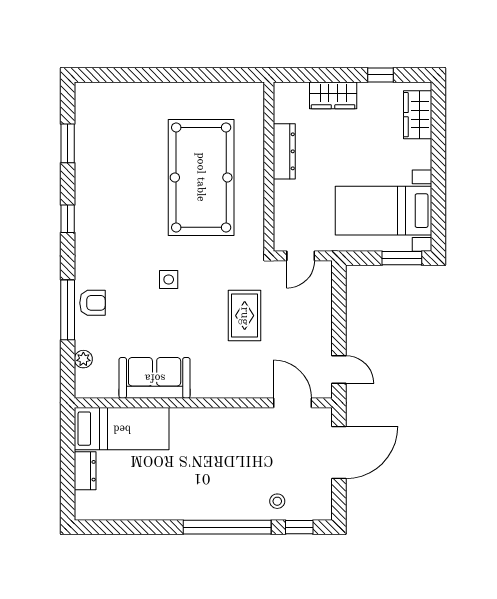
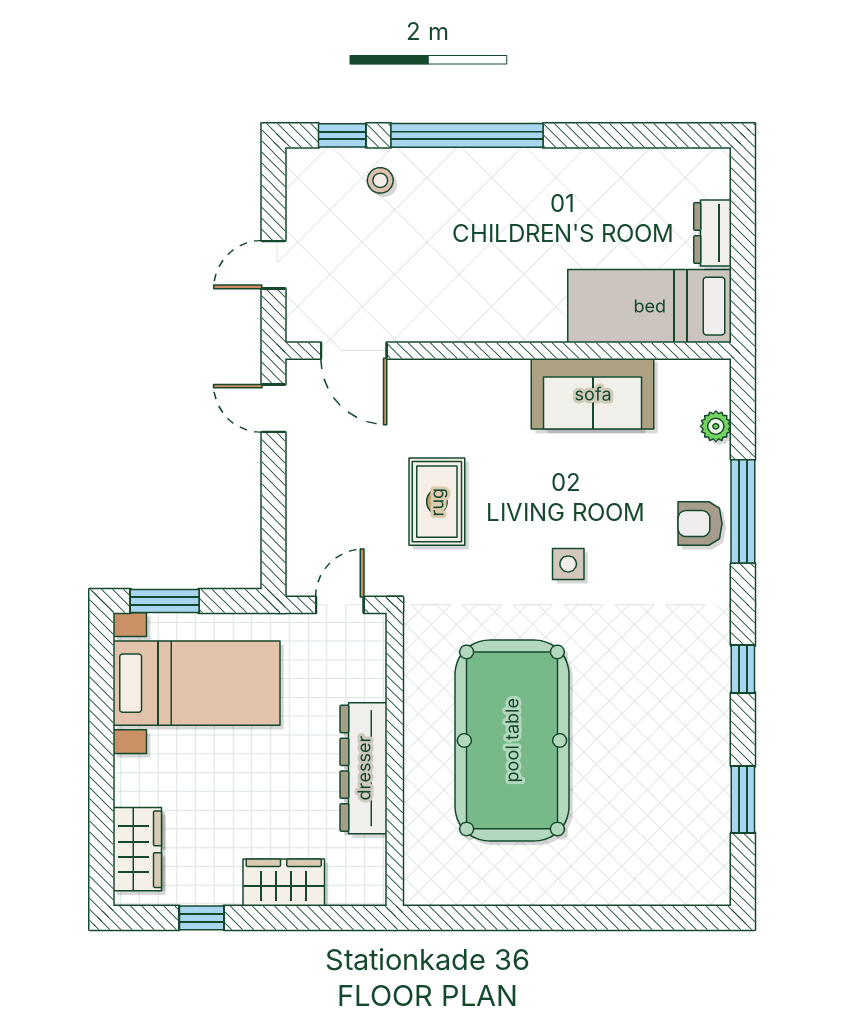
dresser: (284, 151) -> (364, 768), width x1.37, depth x1.24
door: (339, 453) -> (273, 265), width x0.53

